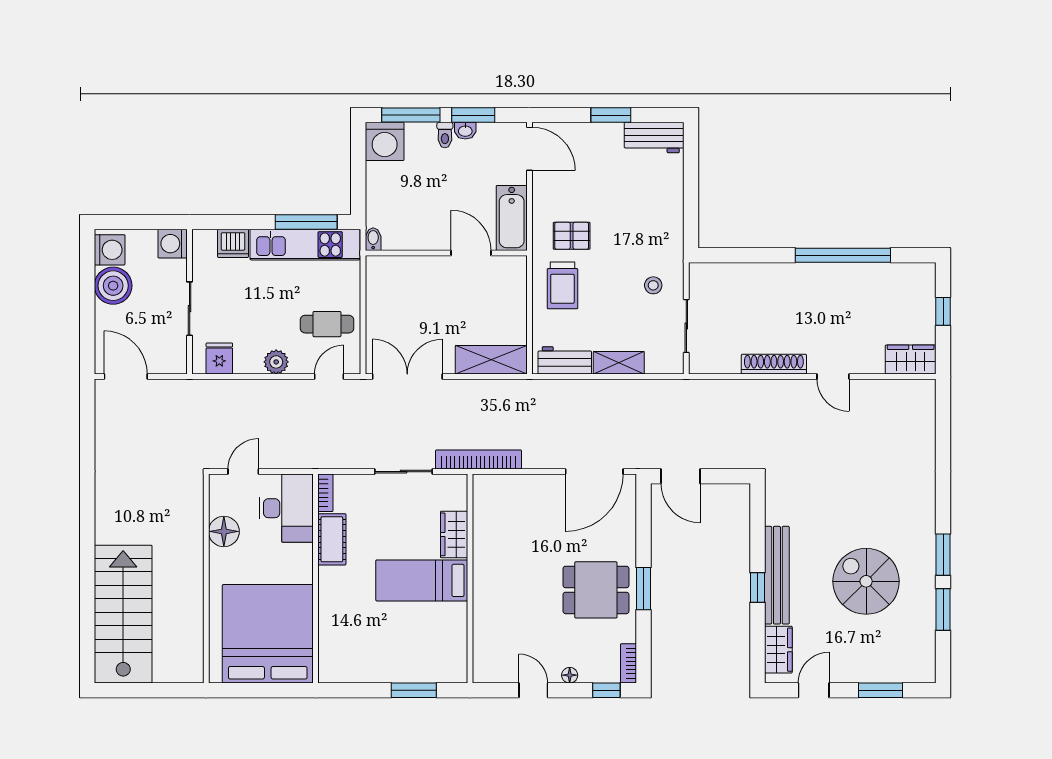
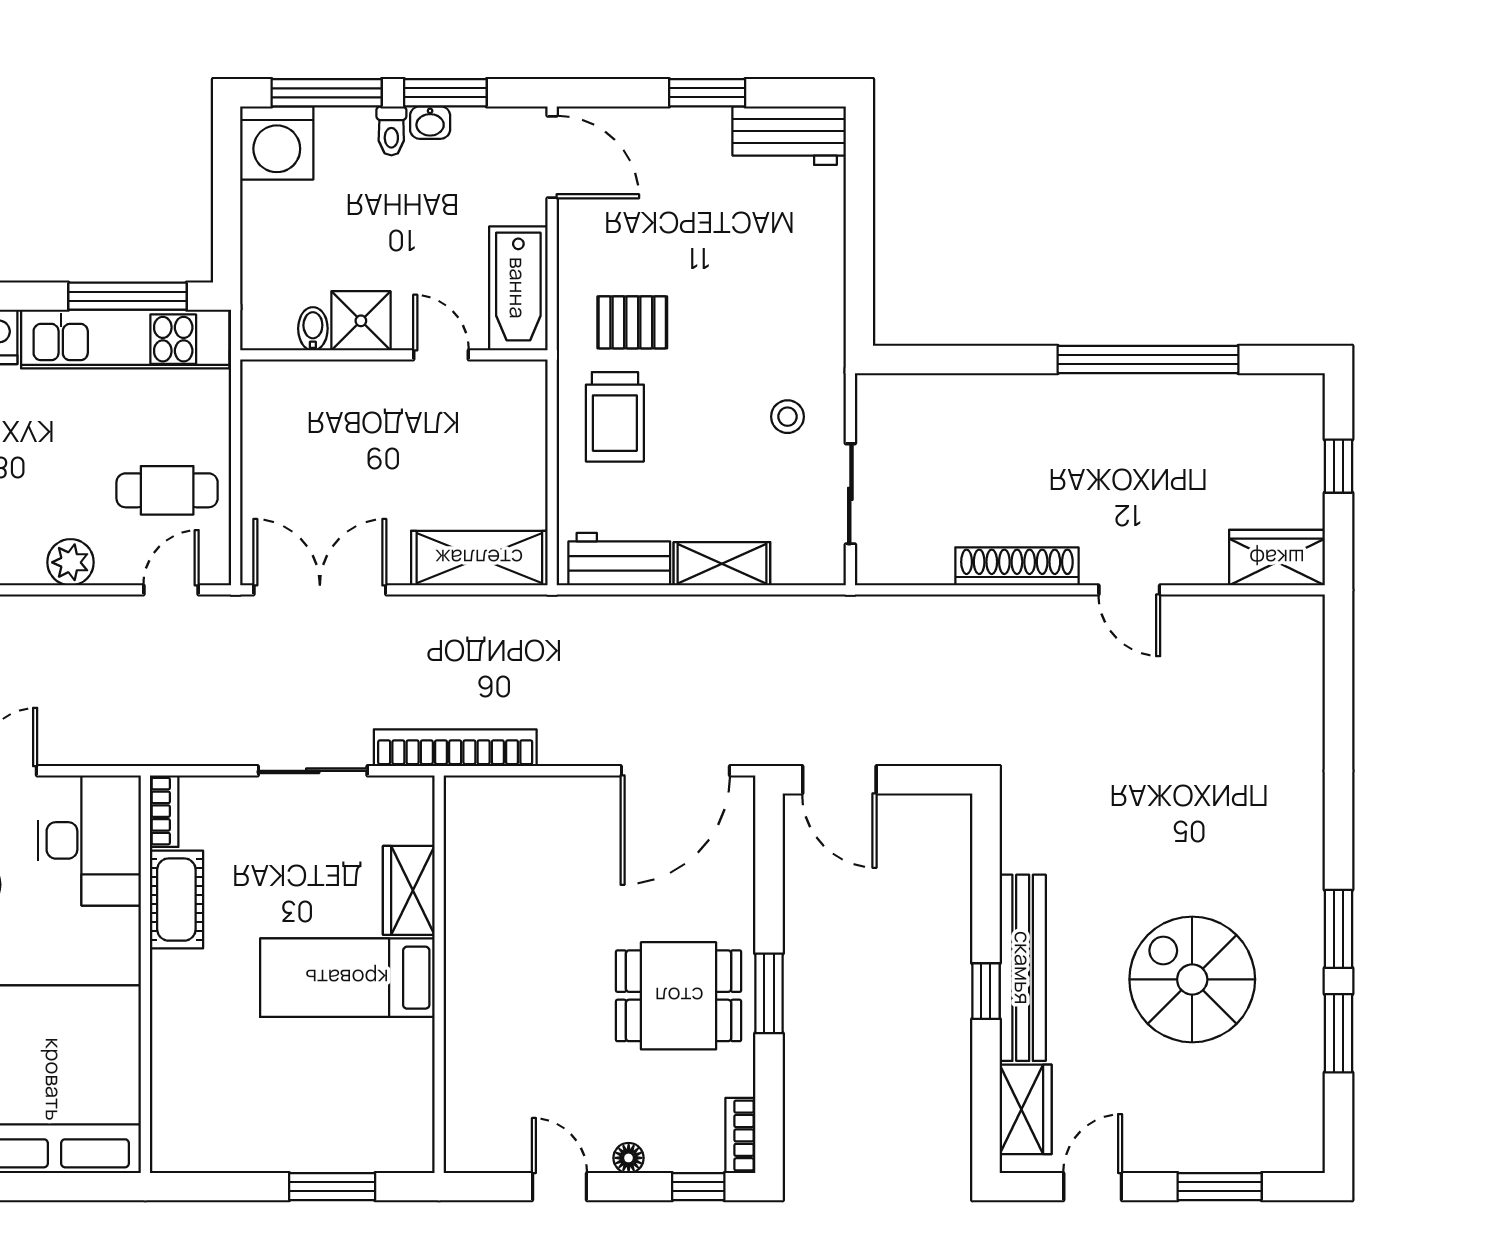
shower: (429, 235) -> (361, 321), added
bidet: (373, 239) -> (313, 329), moved
door: (471, 253) -> (441, 355), width x0.73

